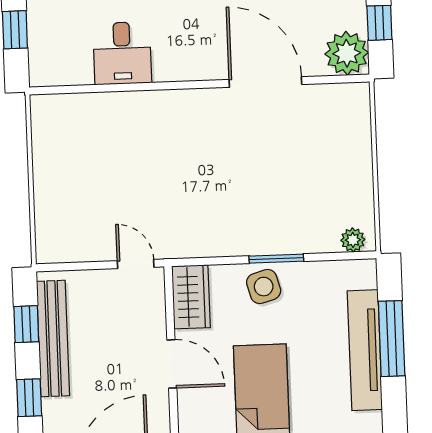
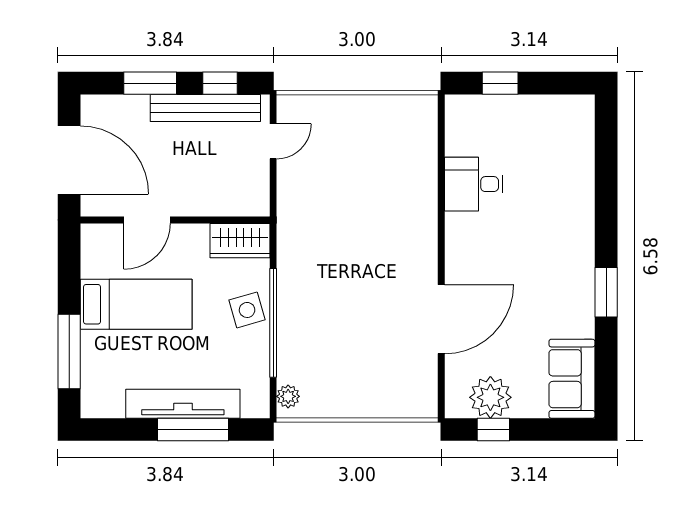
plant: (347, 53) -> (490, 397), moved
window: (276, 259) -> (273, 323), width x2.11
door: (136, 264) -> (273, 141), moved
door: (172, 364) -> (147, 220), moved
window: (29, 398) -> (150, 83), width x1.50

